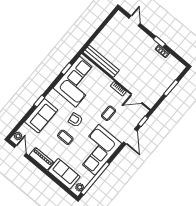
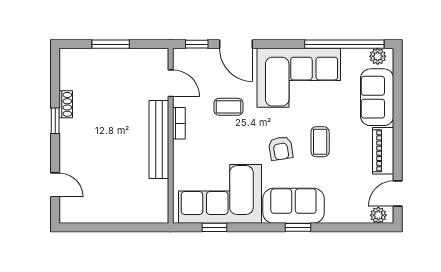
door: (135, 21) -> (55, 185), swing flipped
bench: (101, 61) -> (159, 140), moved
sofa: (41, 116) -> (293, 206), moved
door: (130, 136) -> (236, 44), swing flipped

